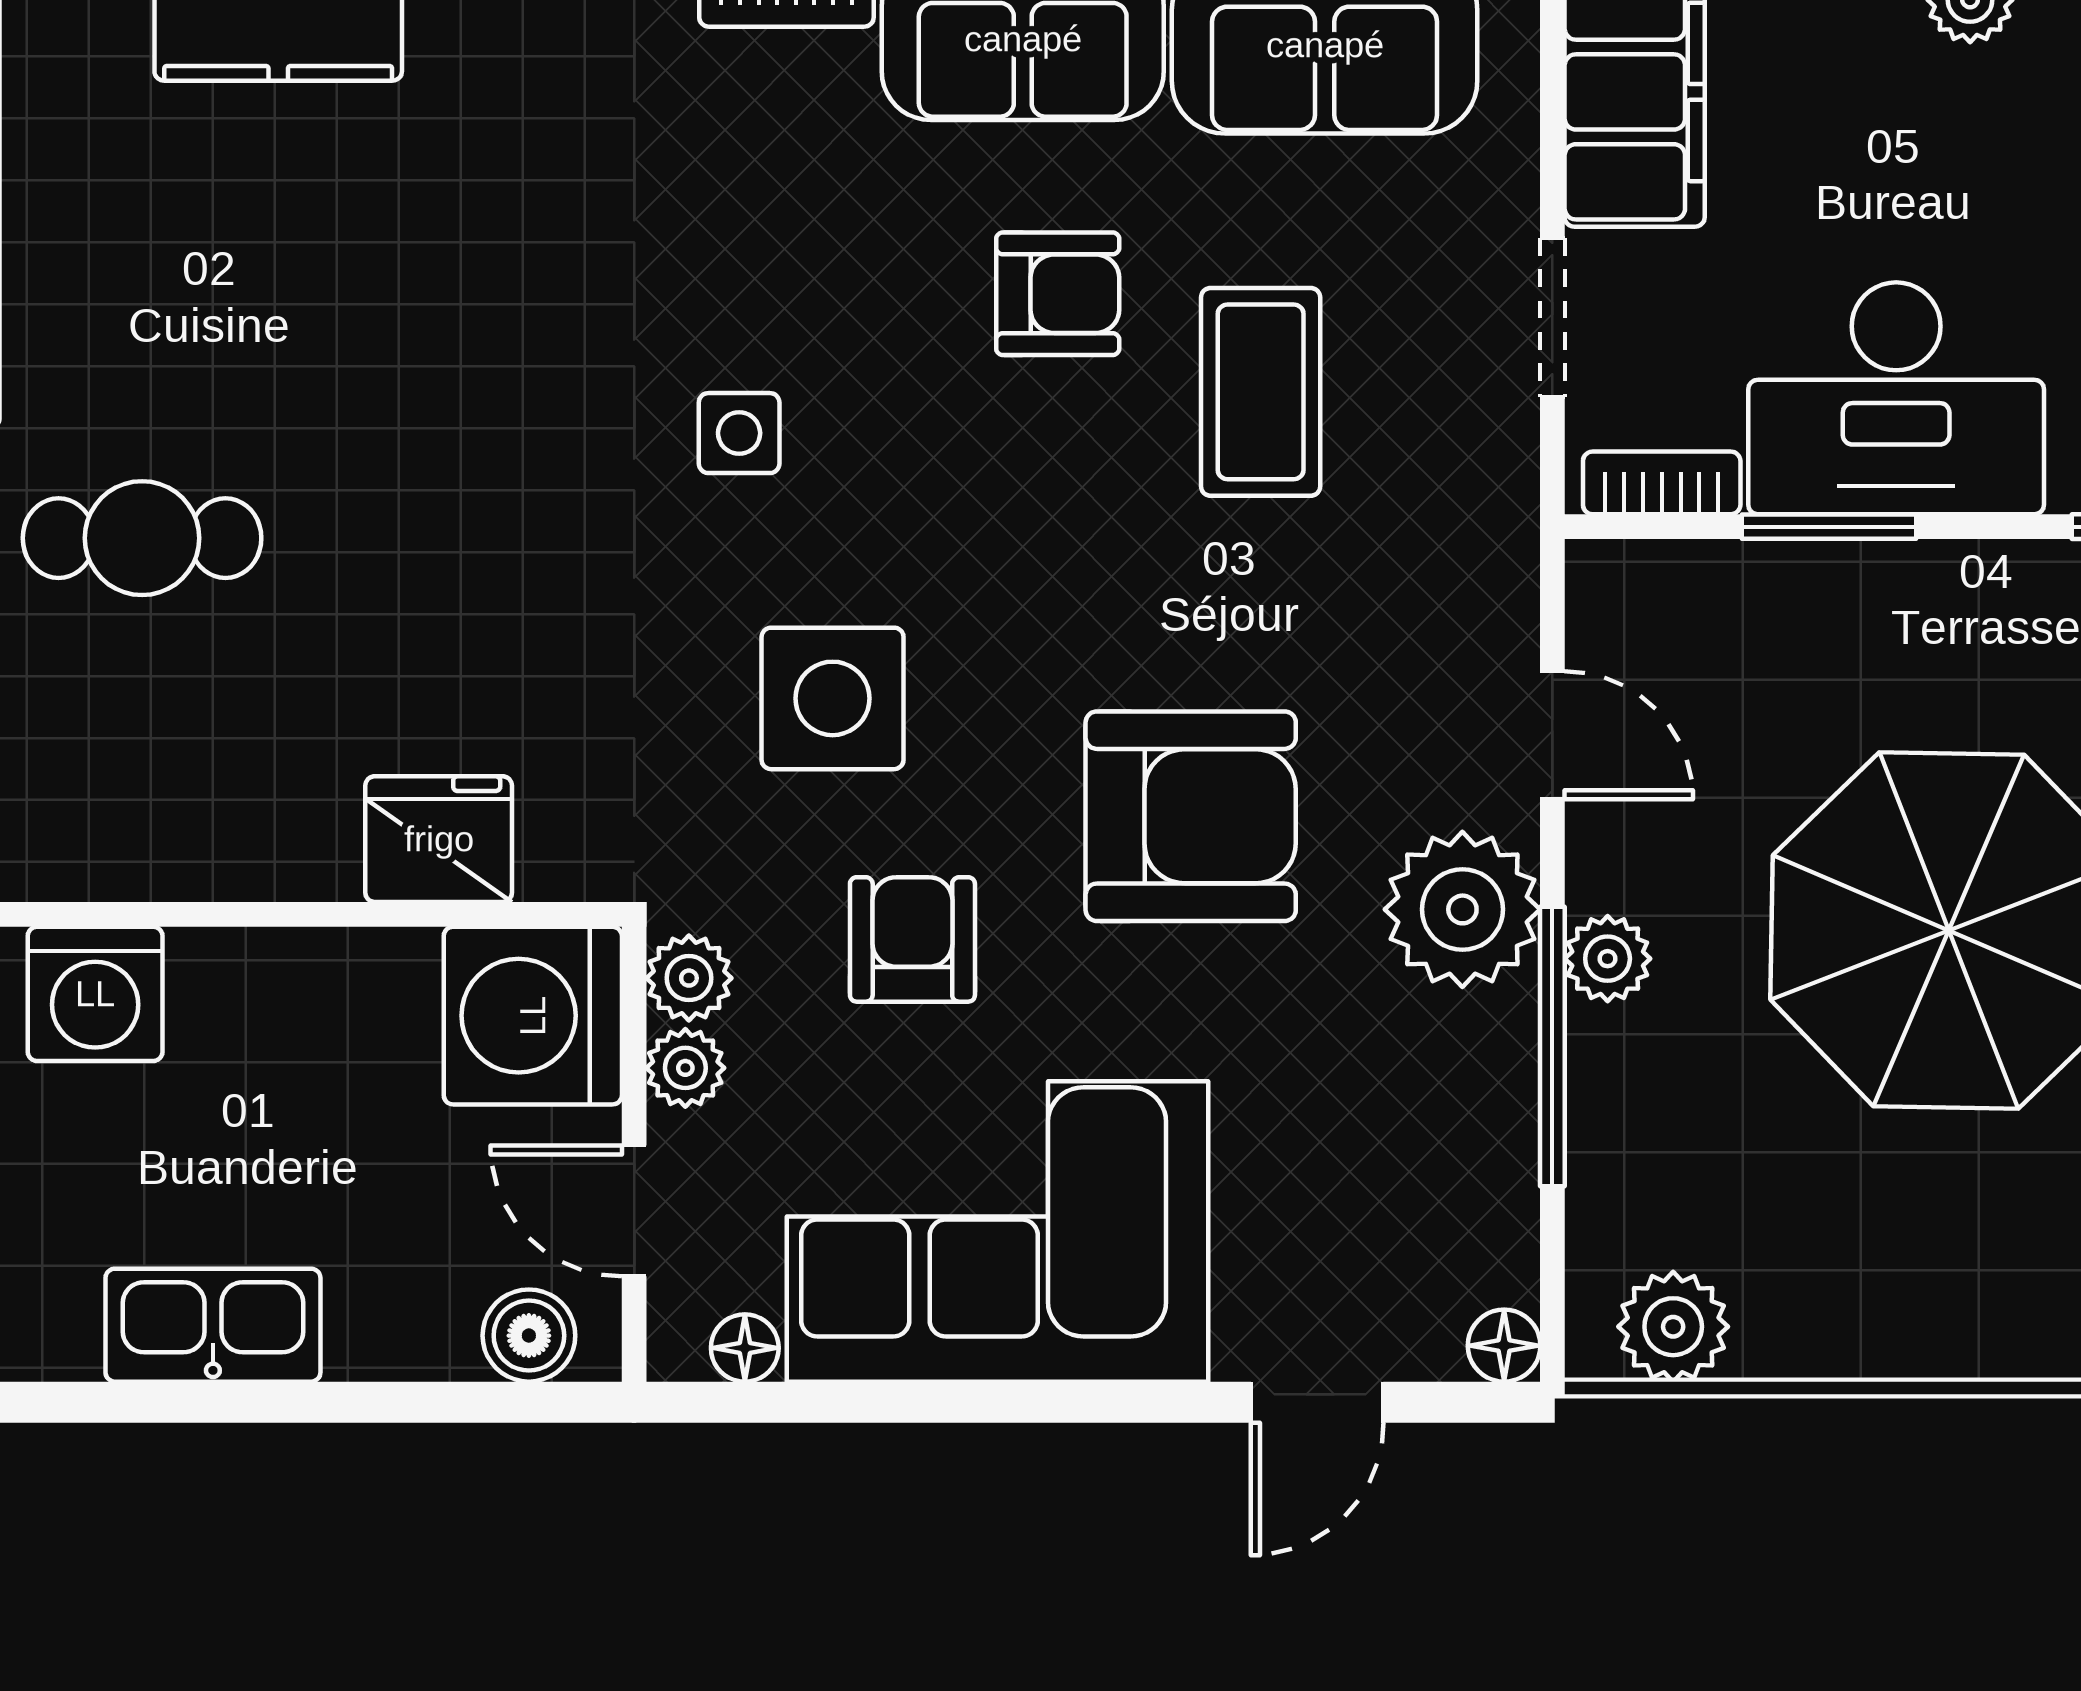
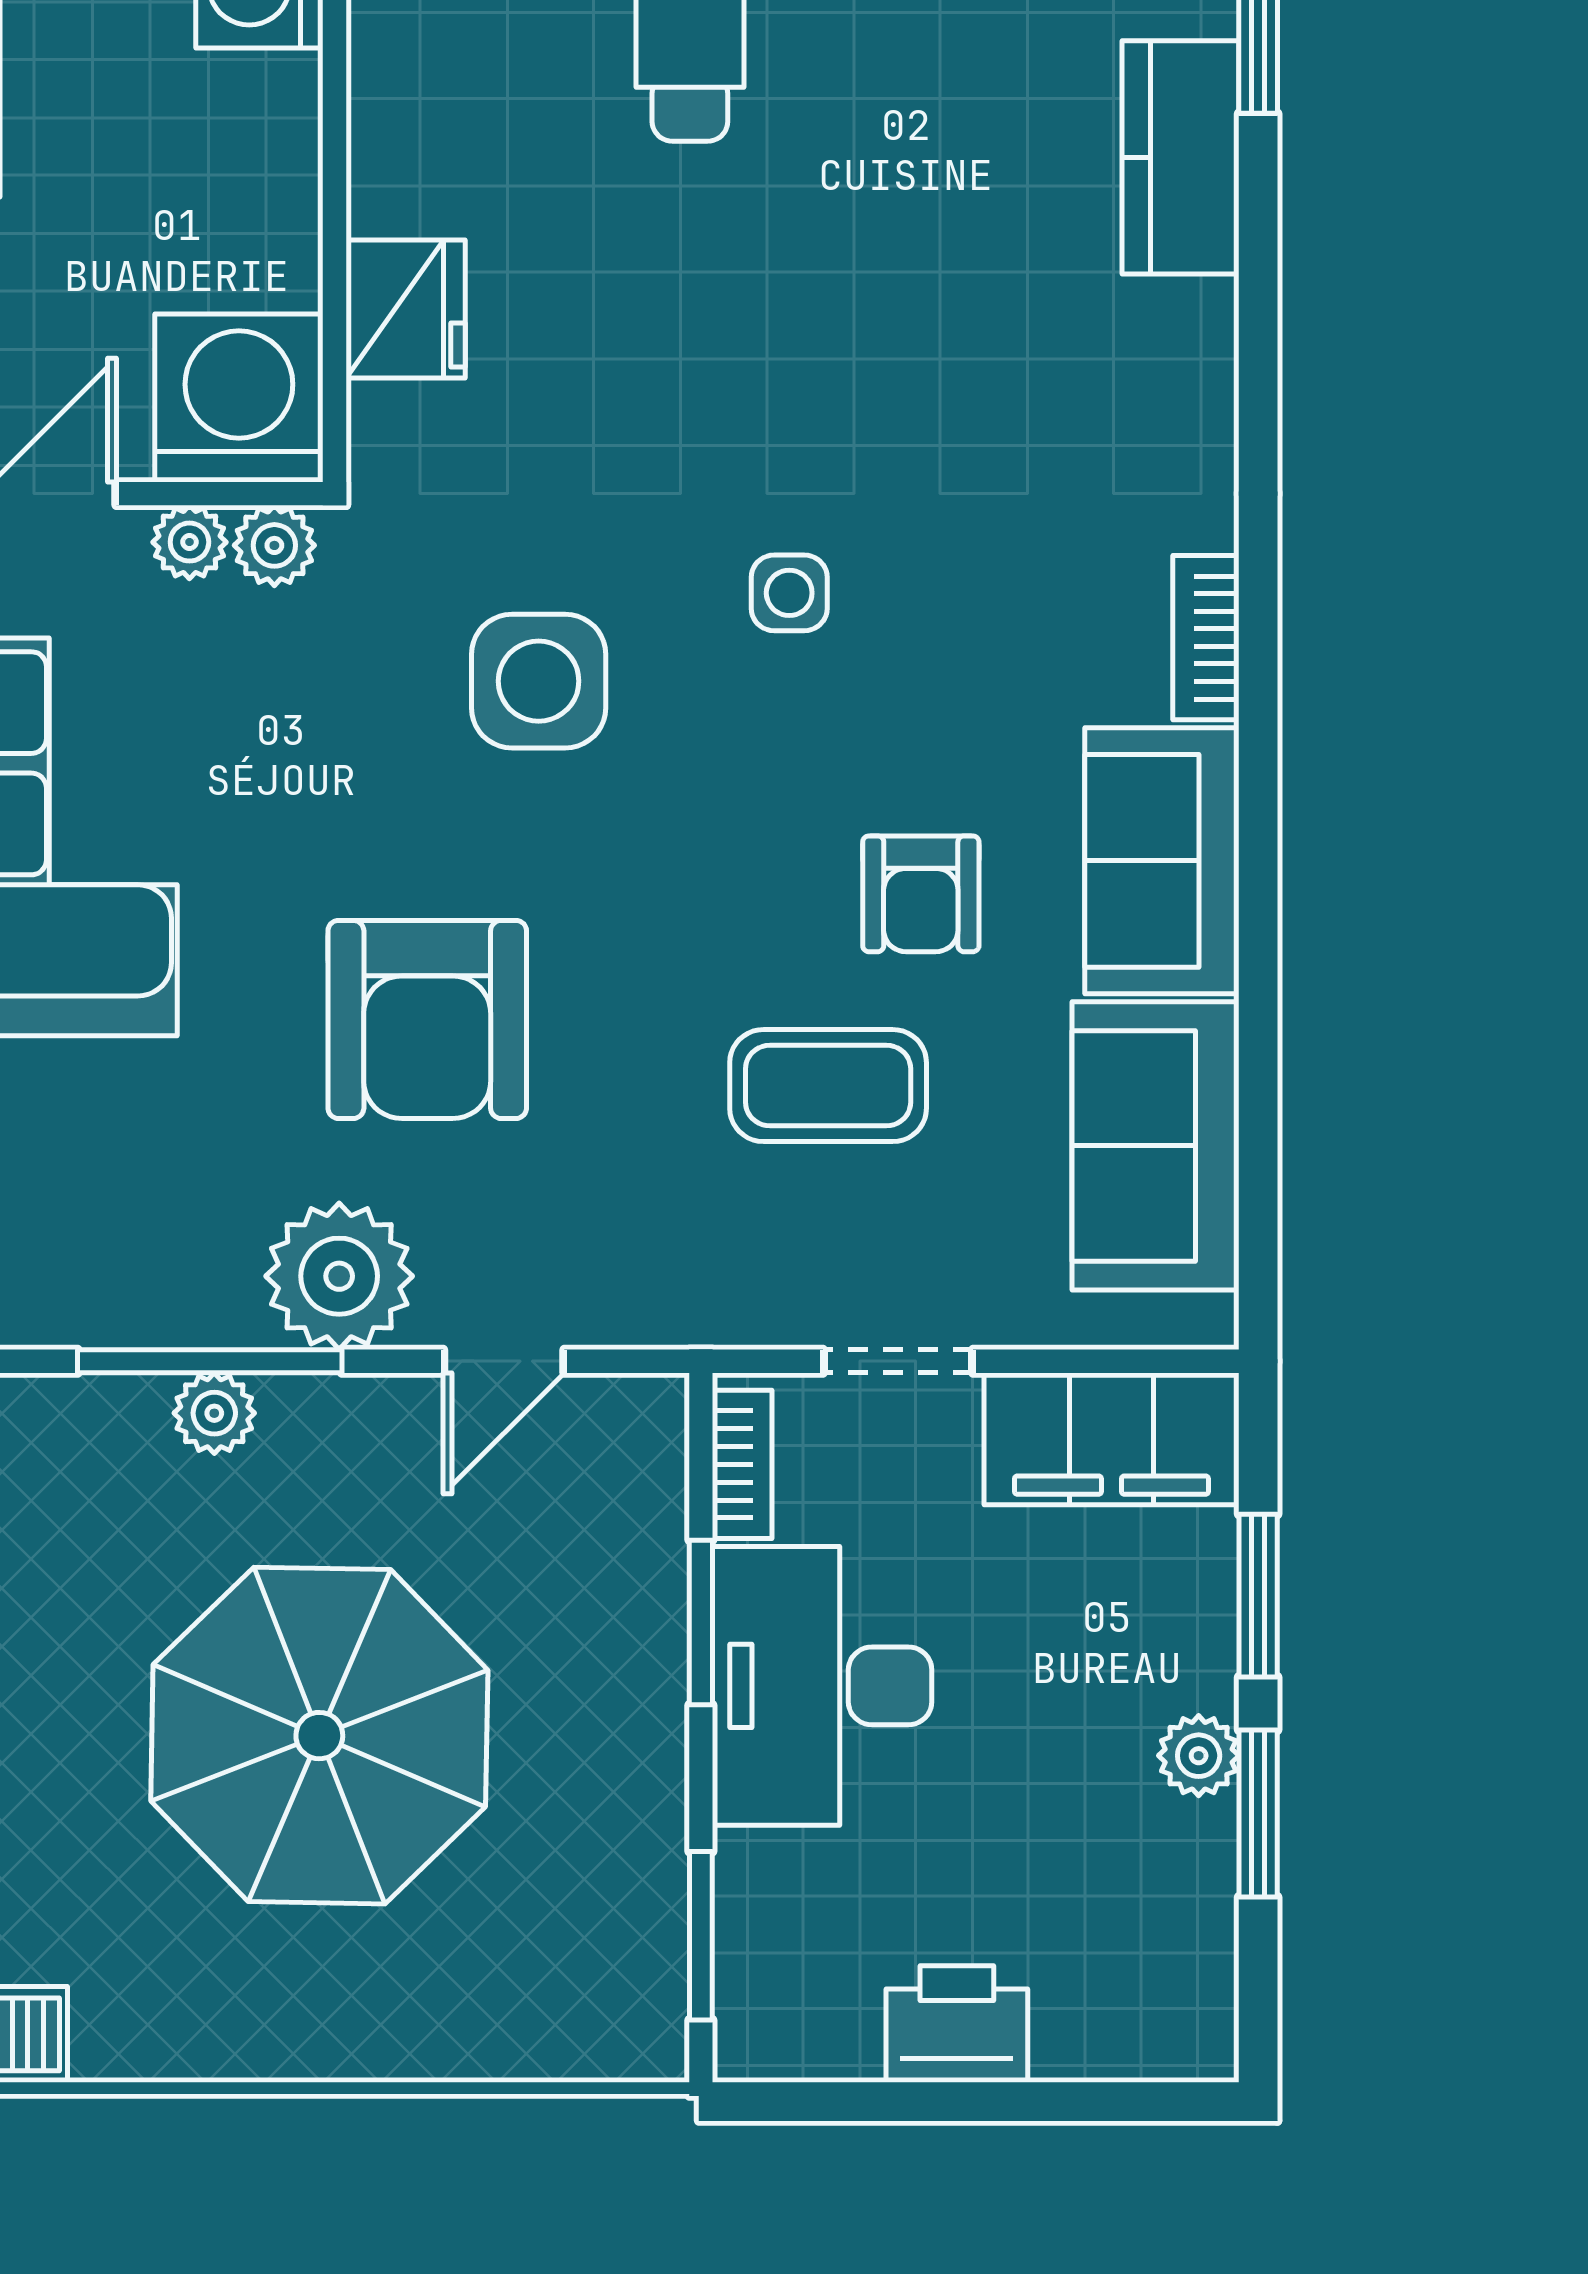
armchair: (912, 939) -> (311, 757), removed
plant: (1608, 959) -> (214, 1413), moved

